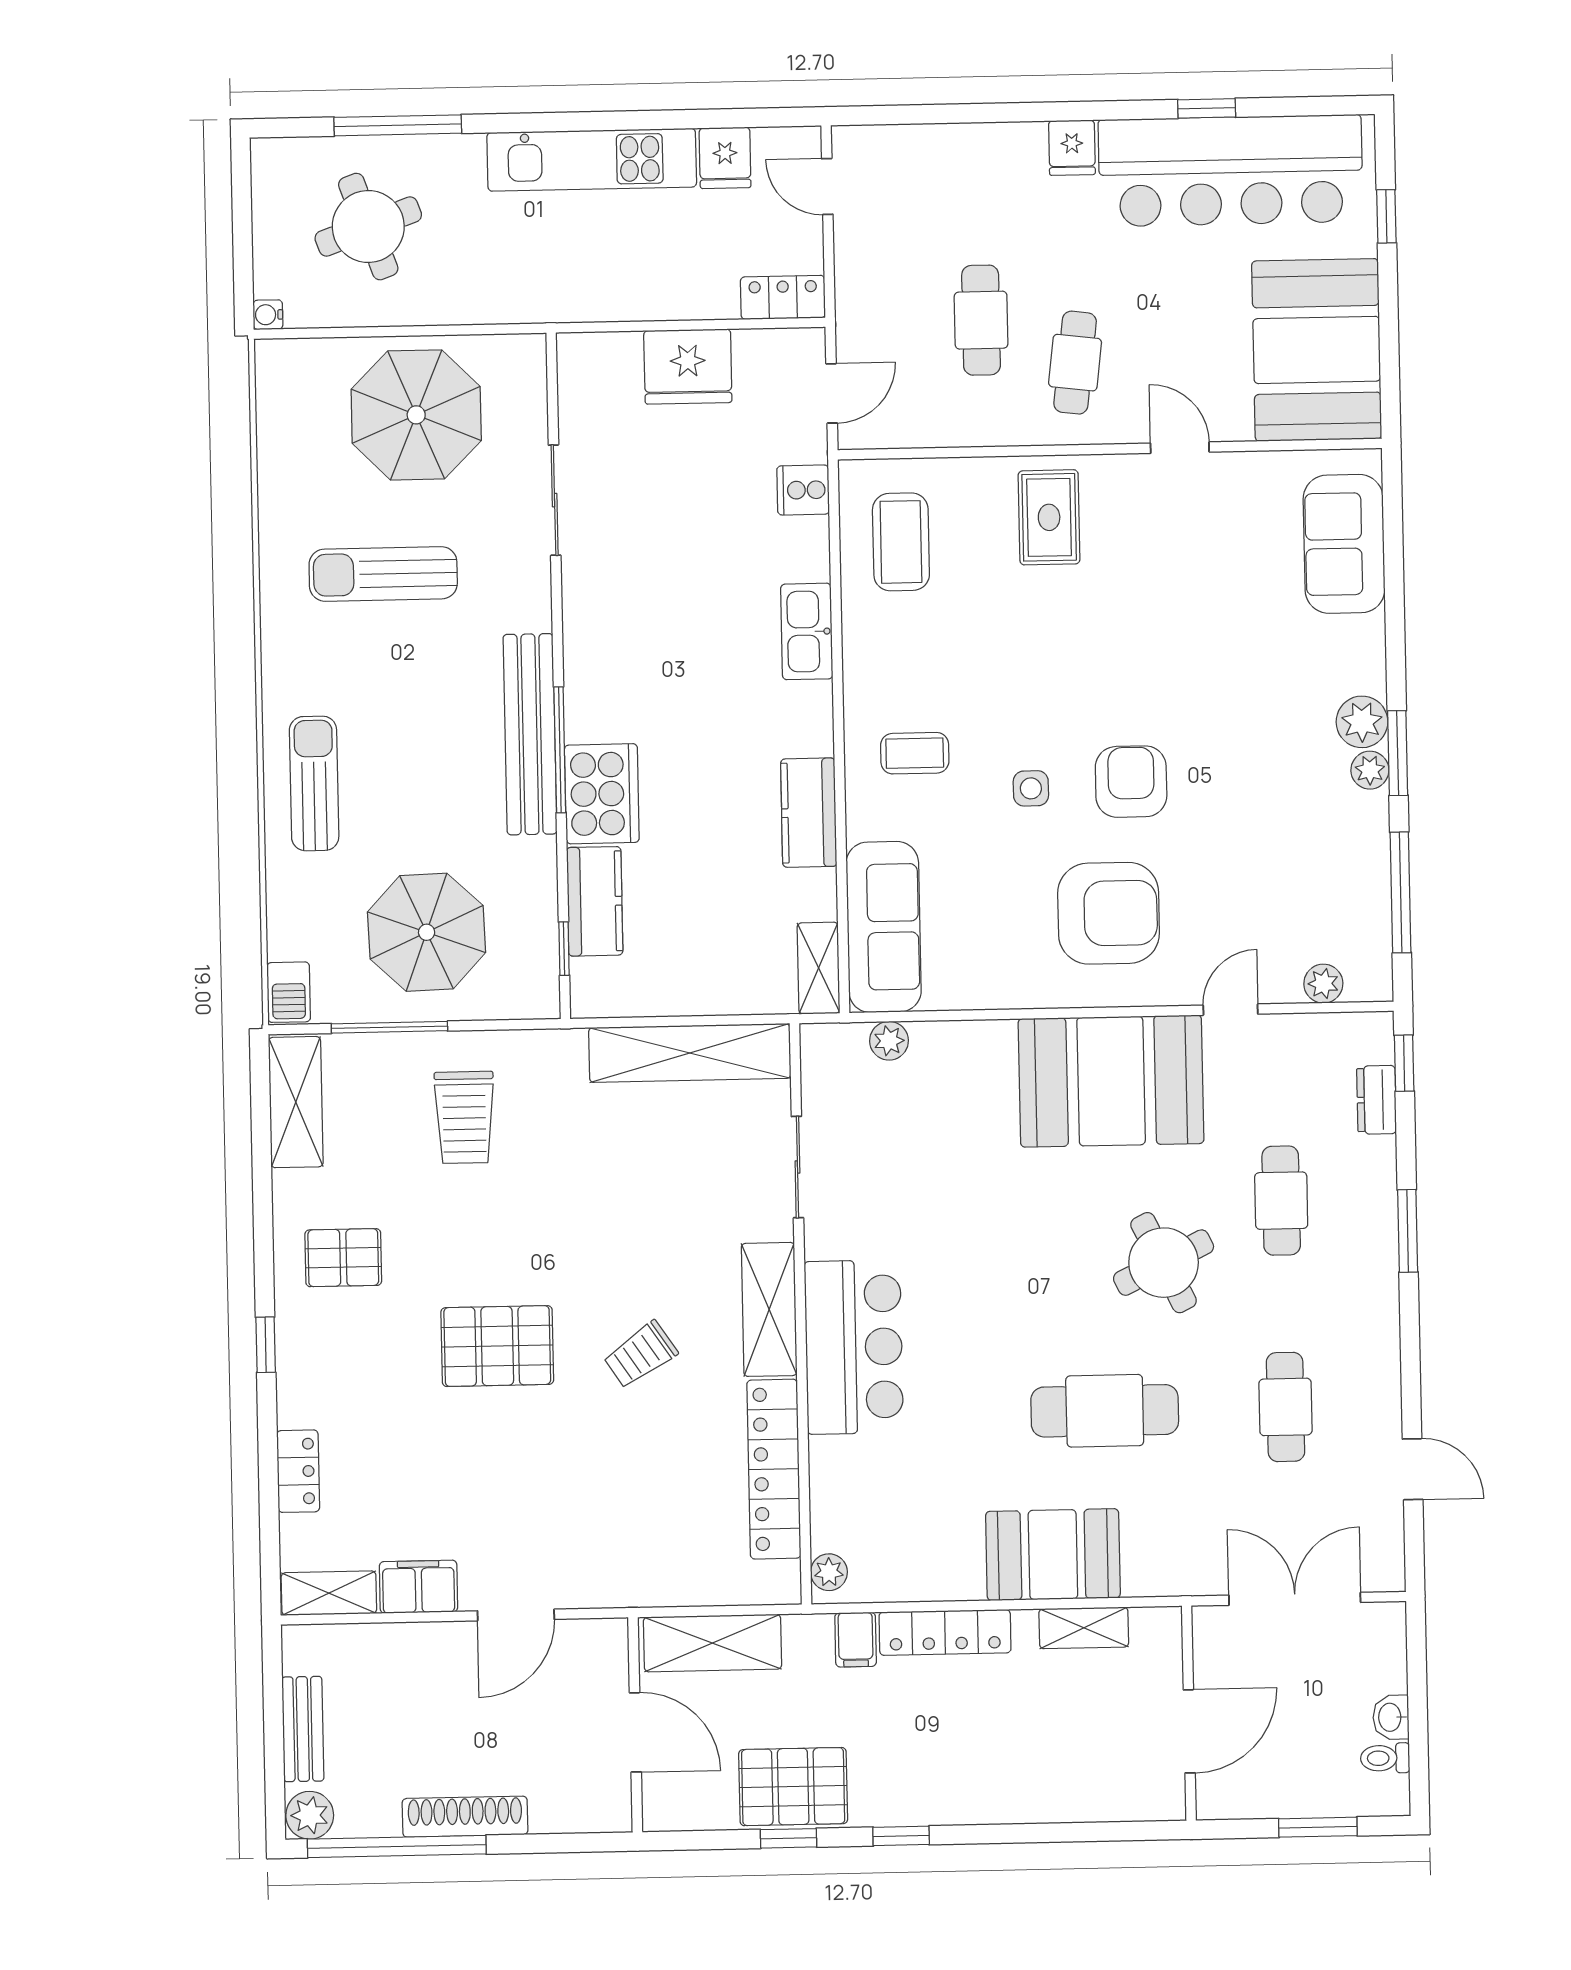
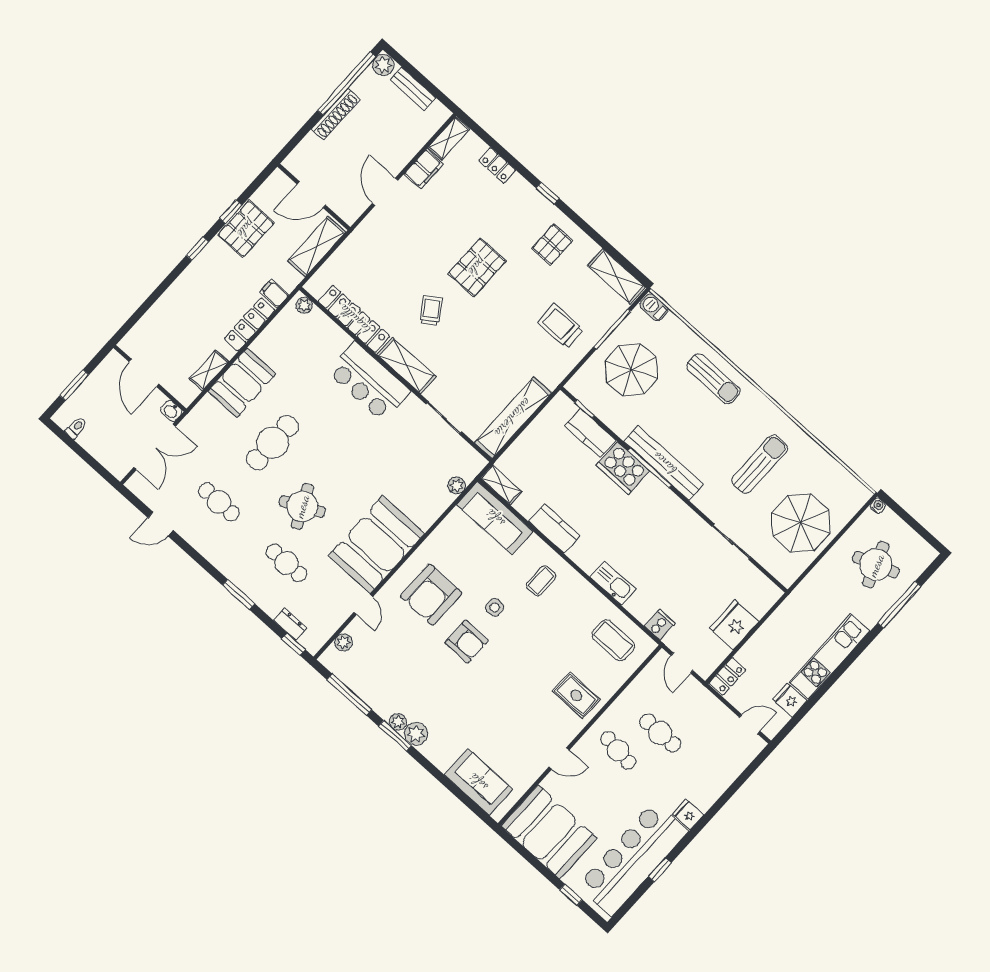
washbasin: (1391, 1717) -> (171, 411), moved, turned 180

